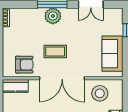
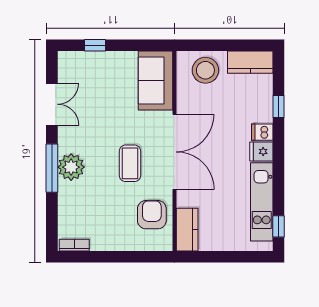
sofa: (113, 54) -> (156, 80), moved, turned 90
stool: (100, 93) -> (205, 70), moved

